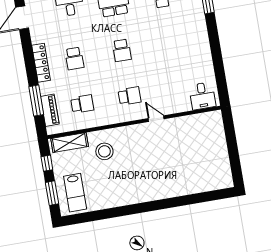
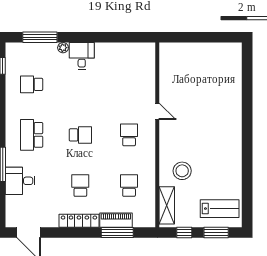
plant: (201, 20) -> (63, 48), added
school desk: (74, 58) -> (80, 186), turned -90
desk: (202, 96) -> (82, 56), moved, turned -90
piano: (50, 110) -> (116, 220), moved
door: (156, 119) -> (157, 111), swing flipped

